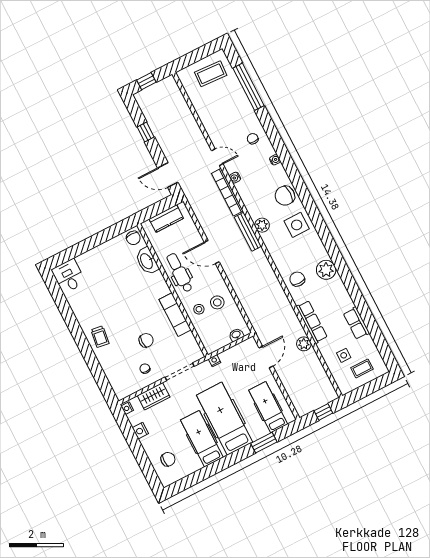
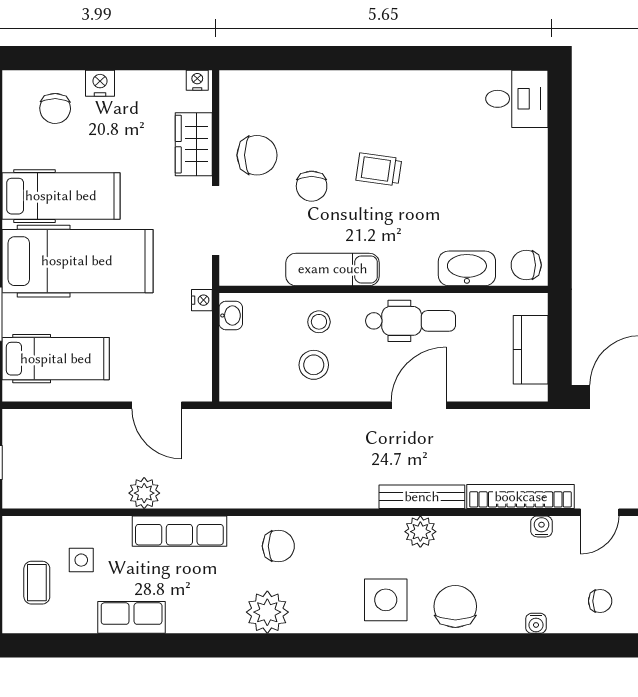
washbasin: (236, 335) -> (231, 316), moved
trolley: (100, 337) -> (379, 169), moved
chair: (145, 369) -> (257, 155), width x1.87, depth x1.87
nightstand: (140, 431) -> (100, 83), moved

